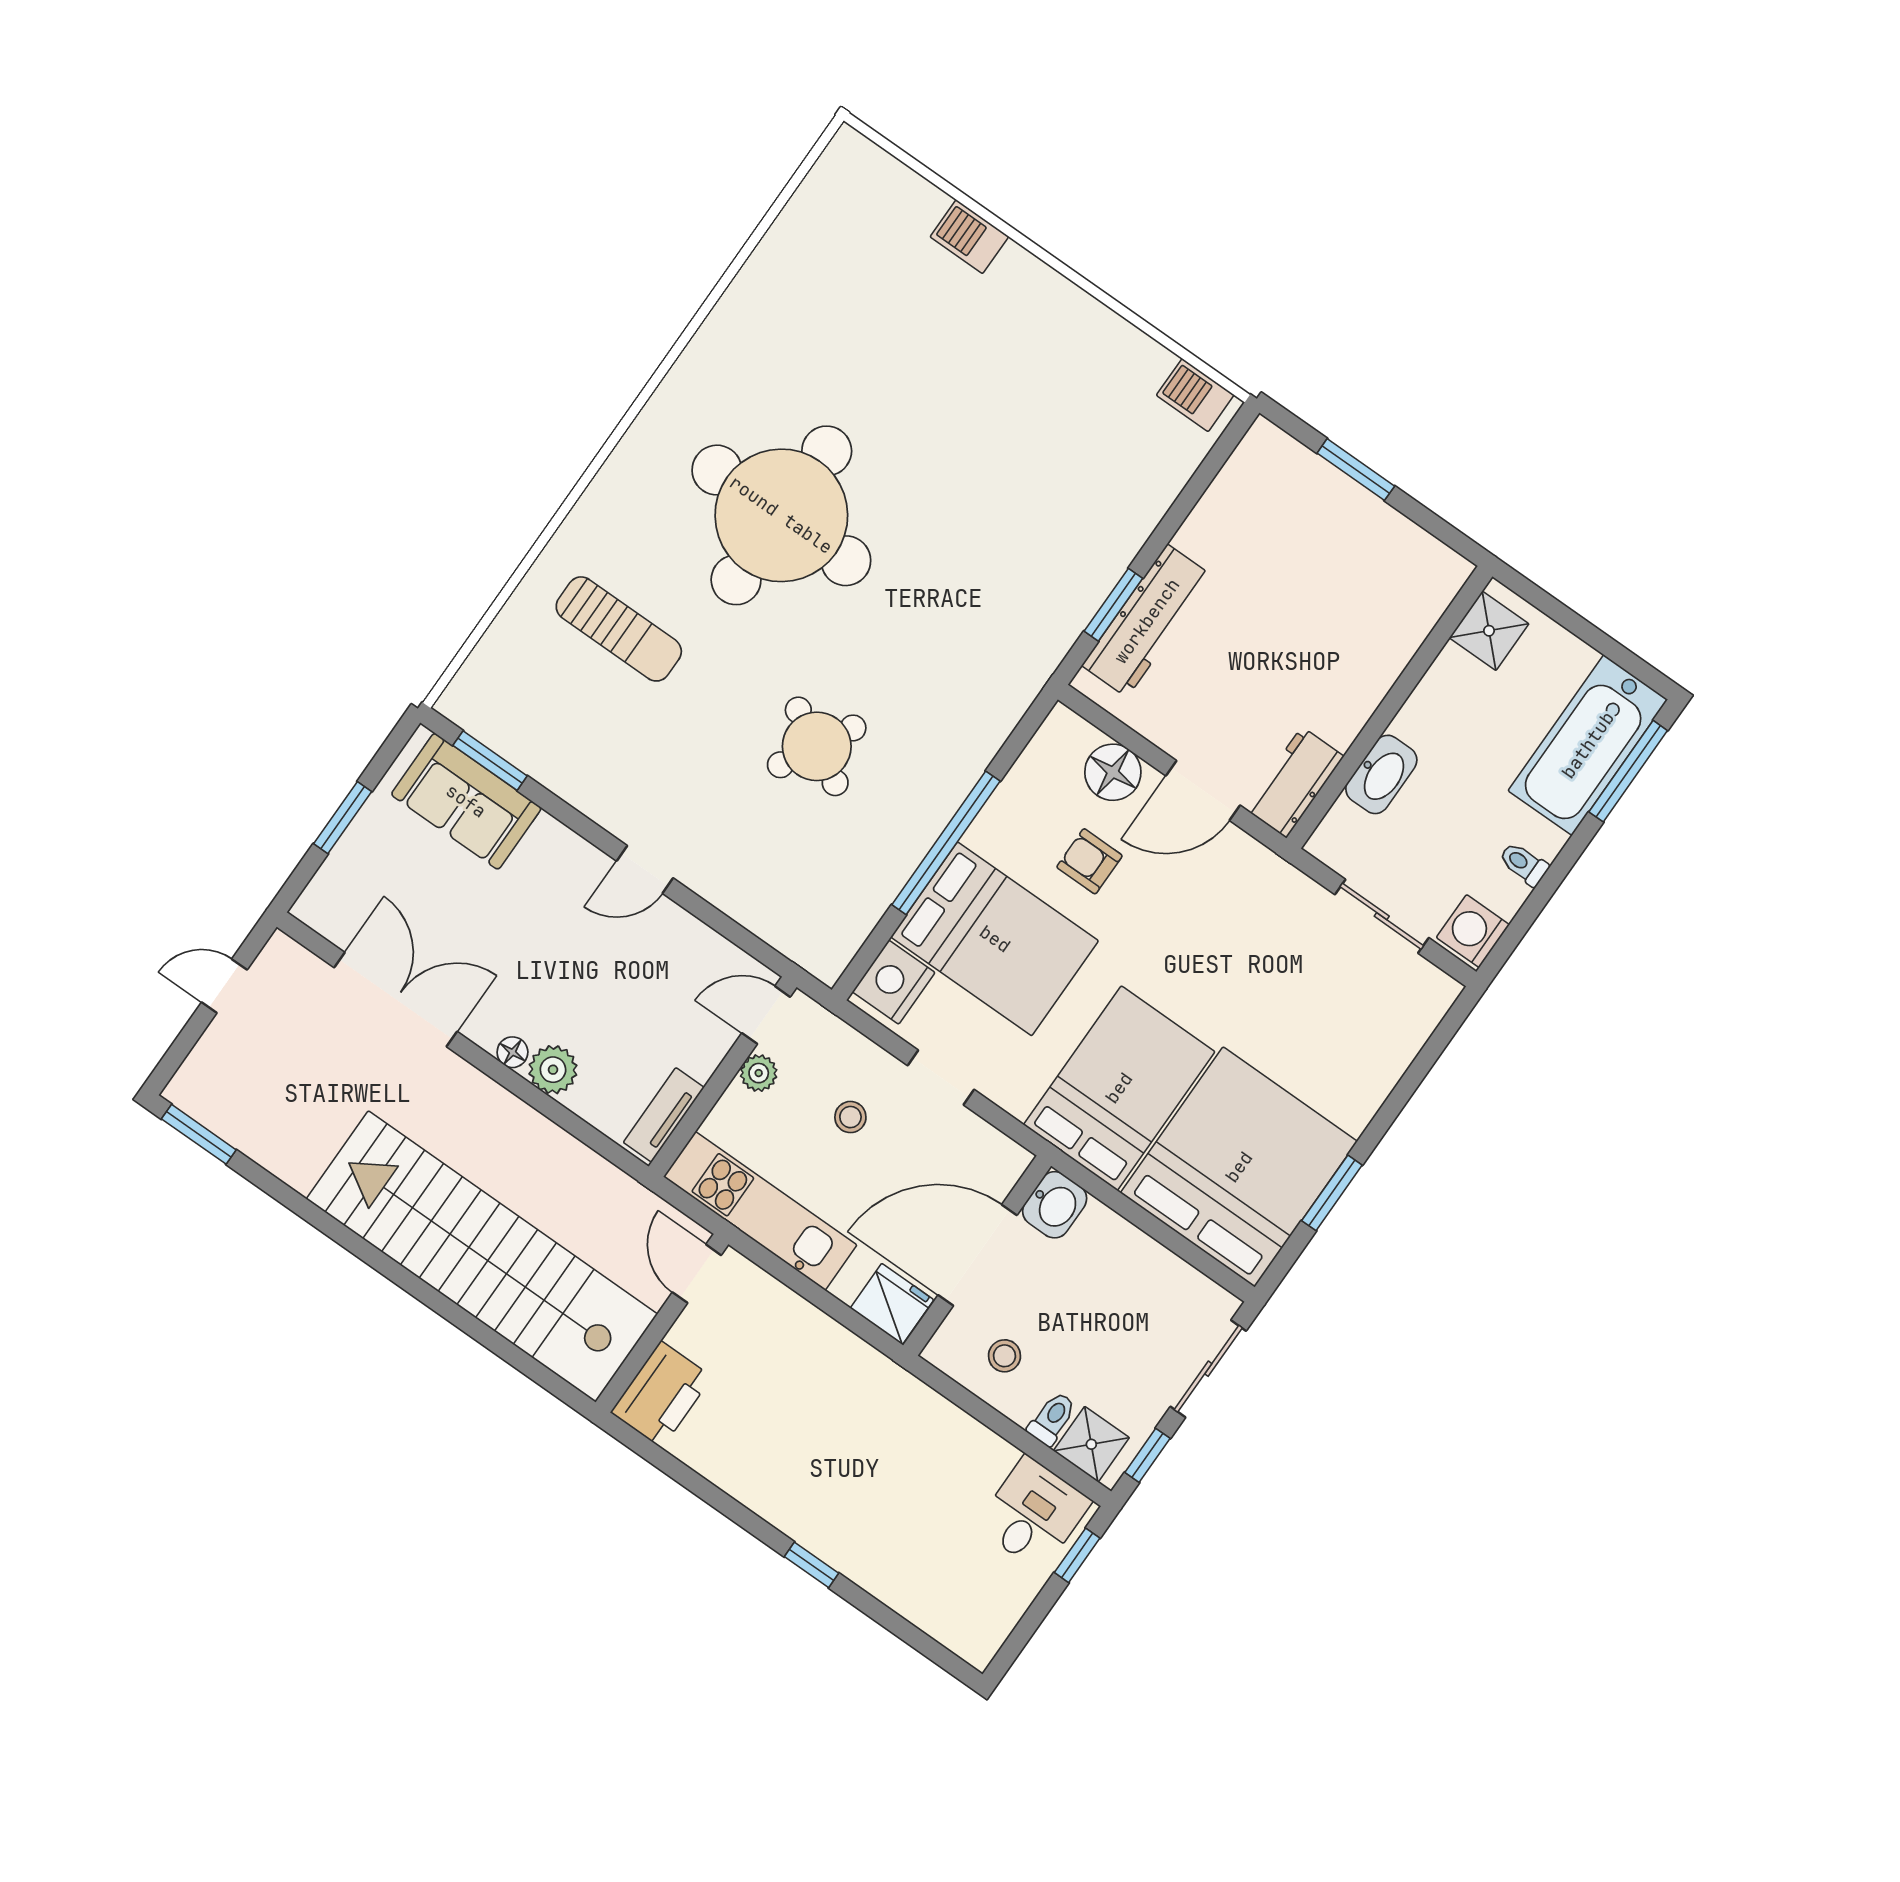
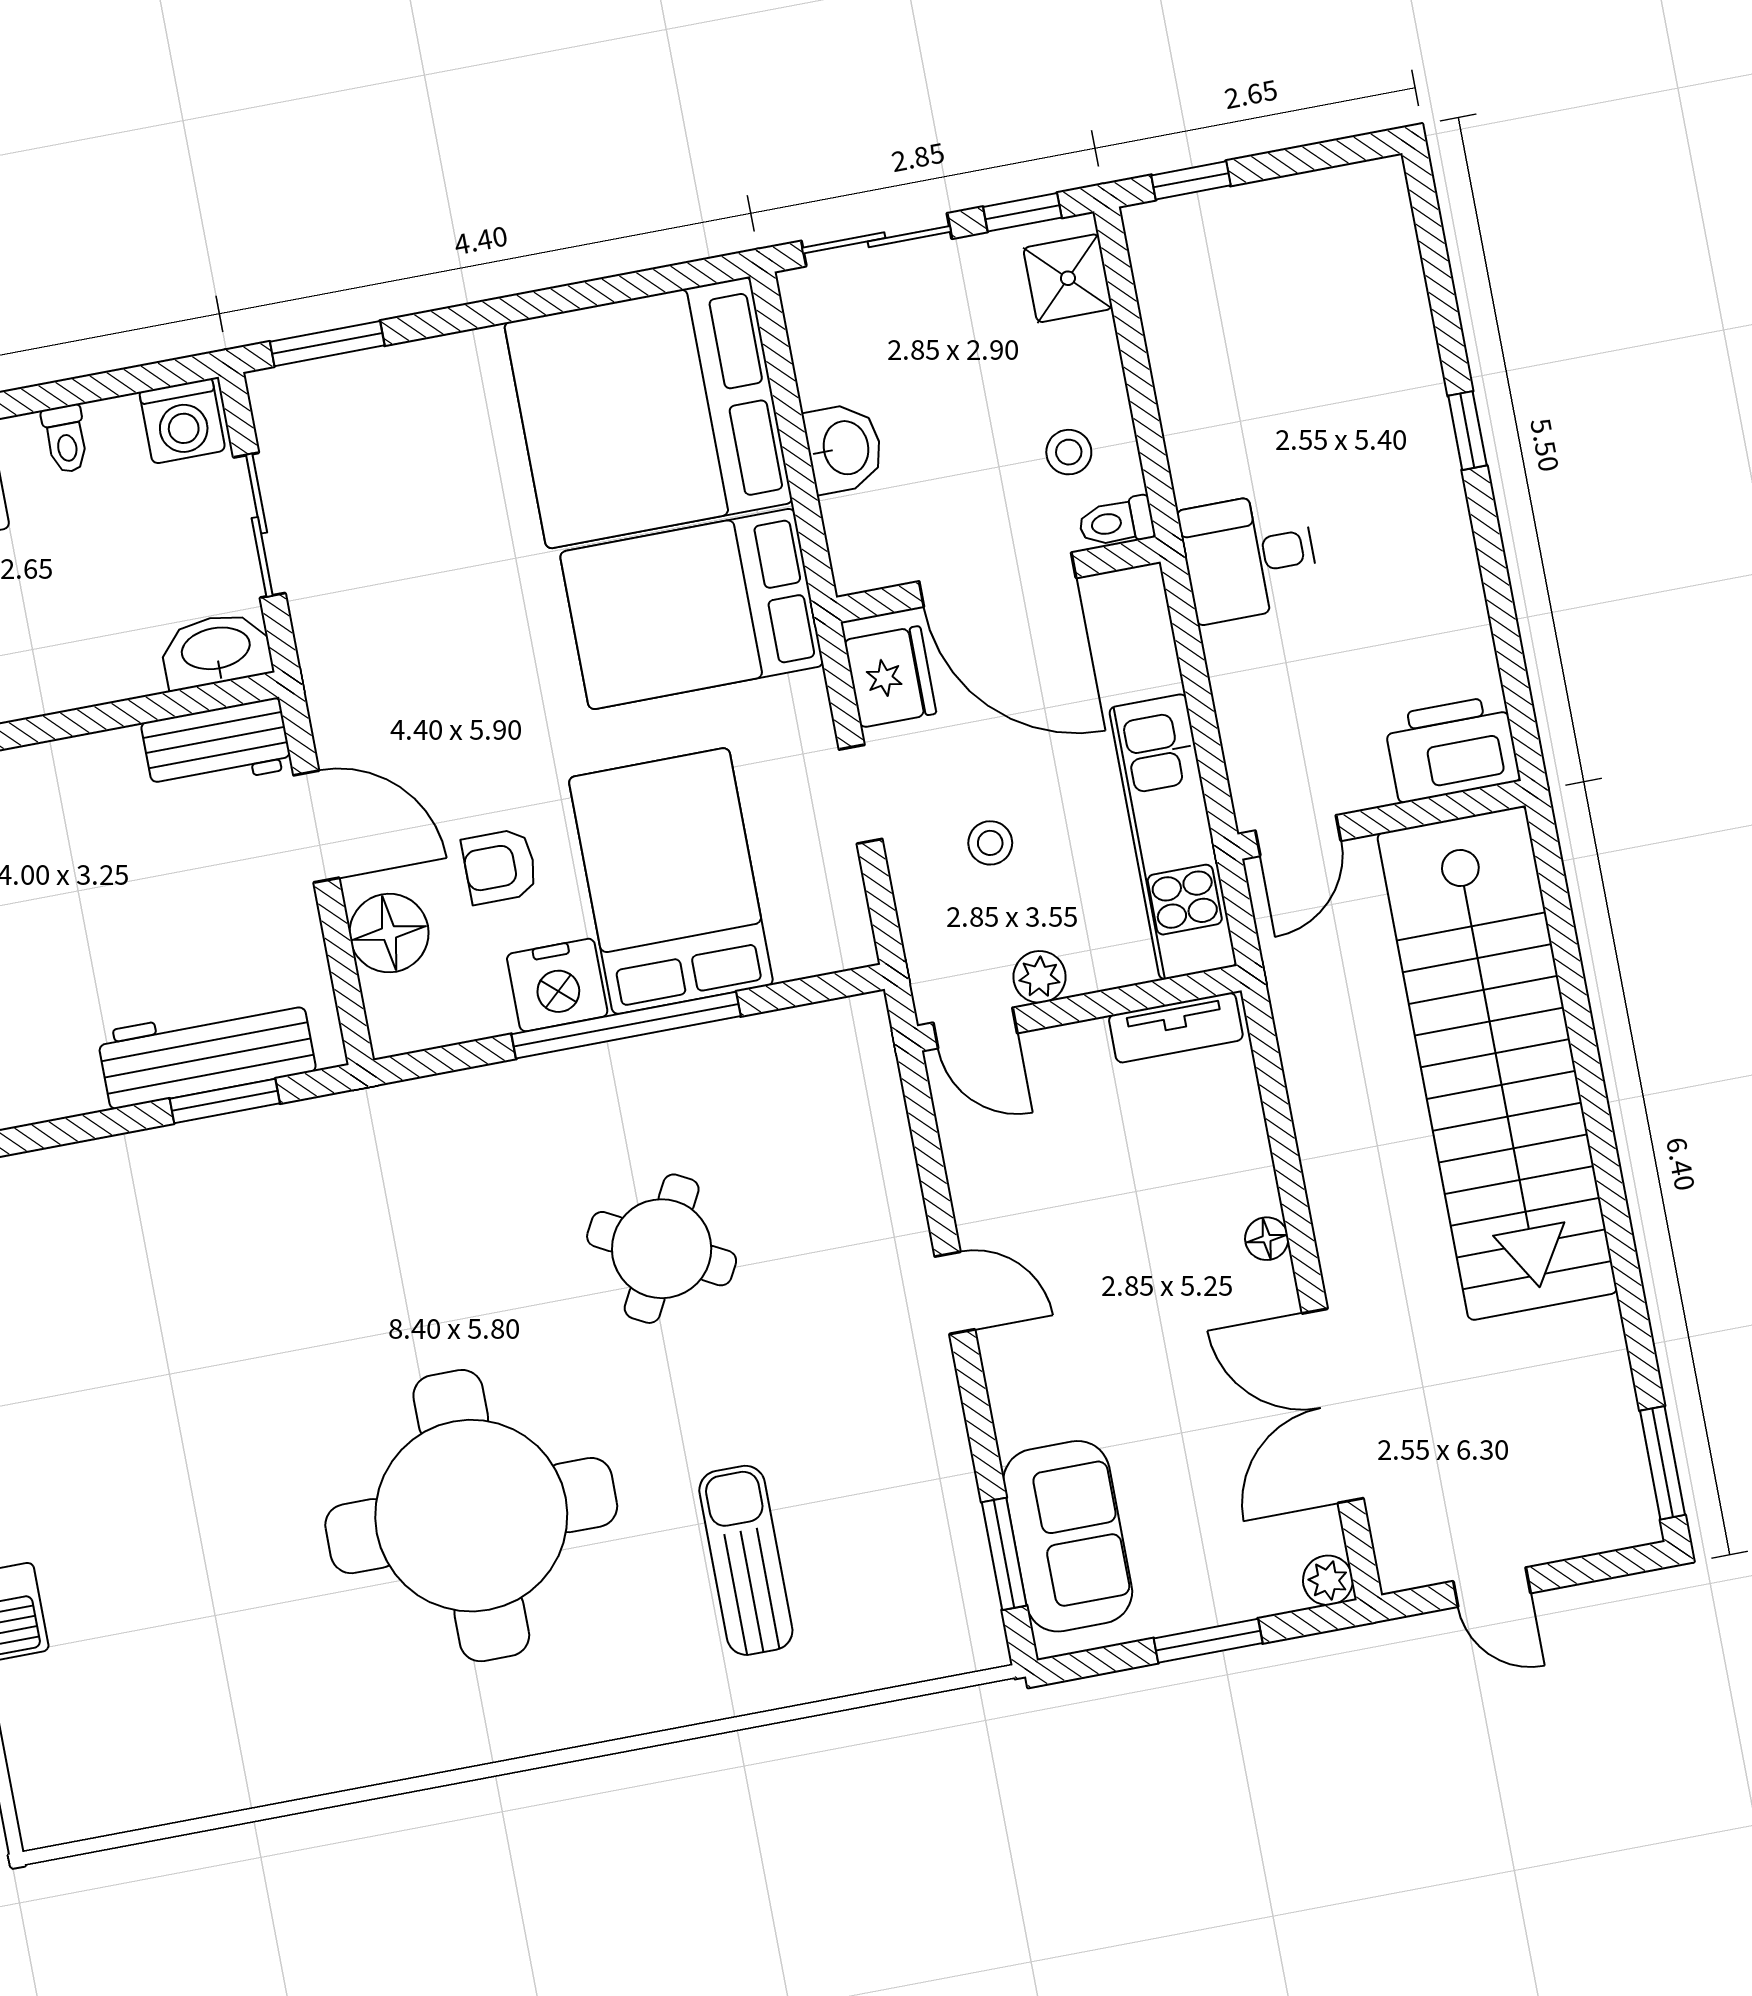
washbasin: (1381, 774) -> (216, 650), moved
armchair: (1089, 861) -> (500, 866), turned 90
nightstand: (894, 982) -> (557, 985), moved
plant: (553, 1070) -> (1328, 1580), moved, width x0.73, depth x0.73
window: (1332, 1193) -> (327, 344), moved
washbasin: (1055, 1205) -> (844, 448), moved, turned 90
fridge: (892, 1304) -> (890, 677), moved, turned 180
toilet: (1052, 1419) -> (1116, 522), moved
desk: (1033, 1514) -> (1249, 557), moved

